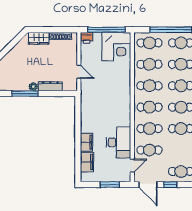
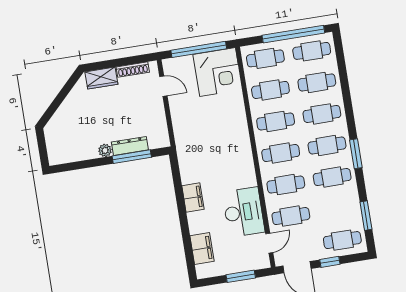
printer: (87, 38) -> (172, 66), removed
door: (79, 72) -> (163, 86), moved
window: (25, 94) -> (132, 157), moved
filing cabinet: (87, 142) -> (193, 197), moved

